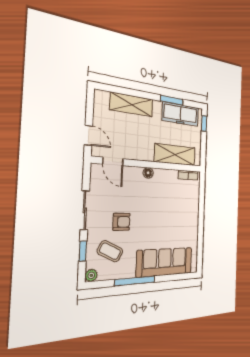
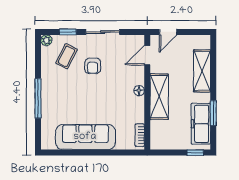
shelving: (175, 155) -> (159, 97), moved
sofa: (165, 262) -> (85, 137), moved, turned -90
window: (135, 281) -> (38, 98), moved

